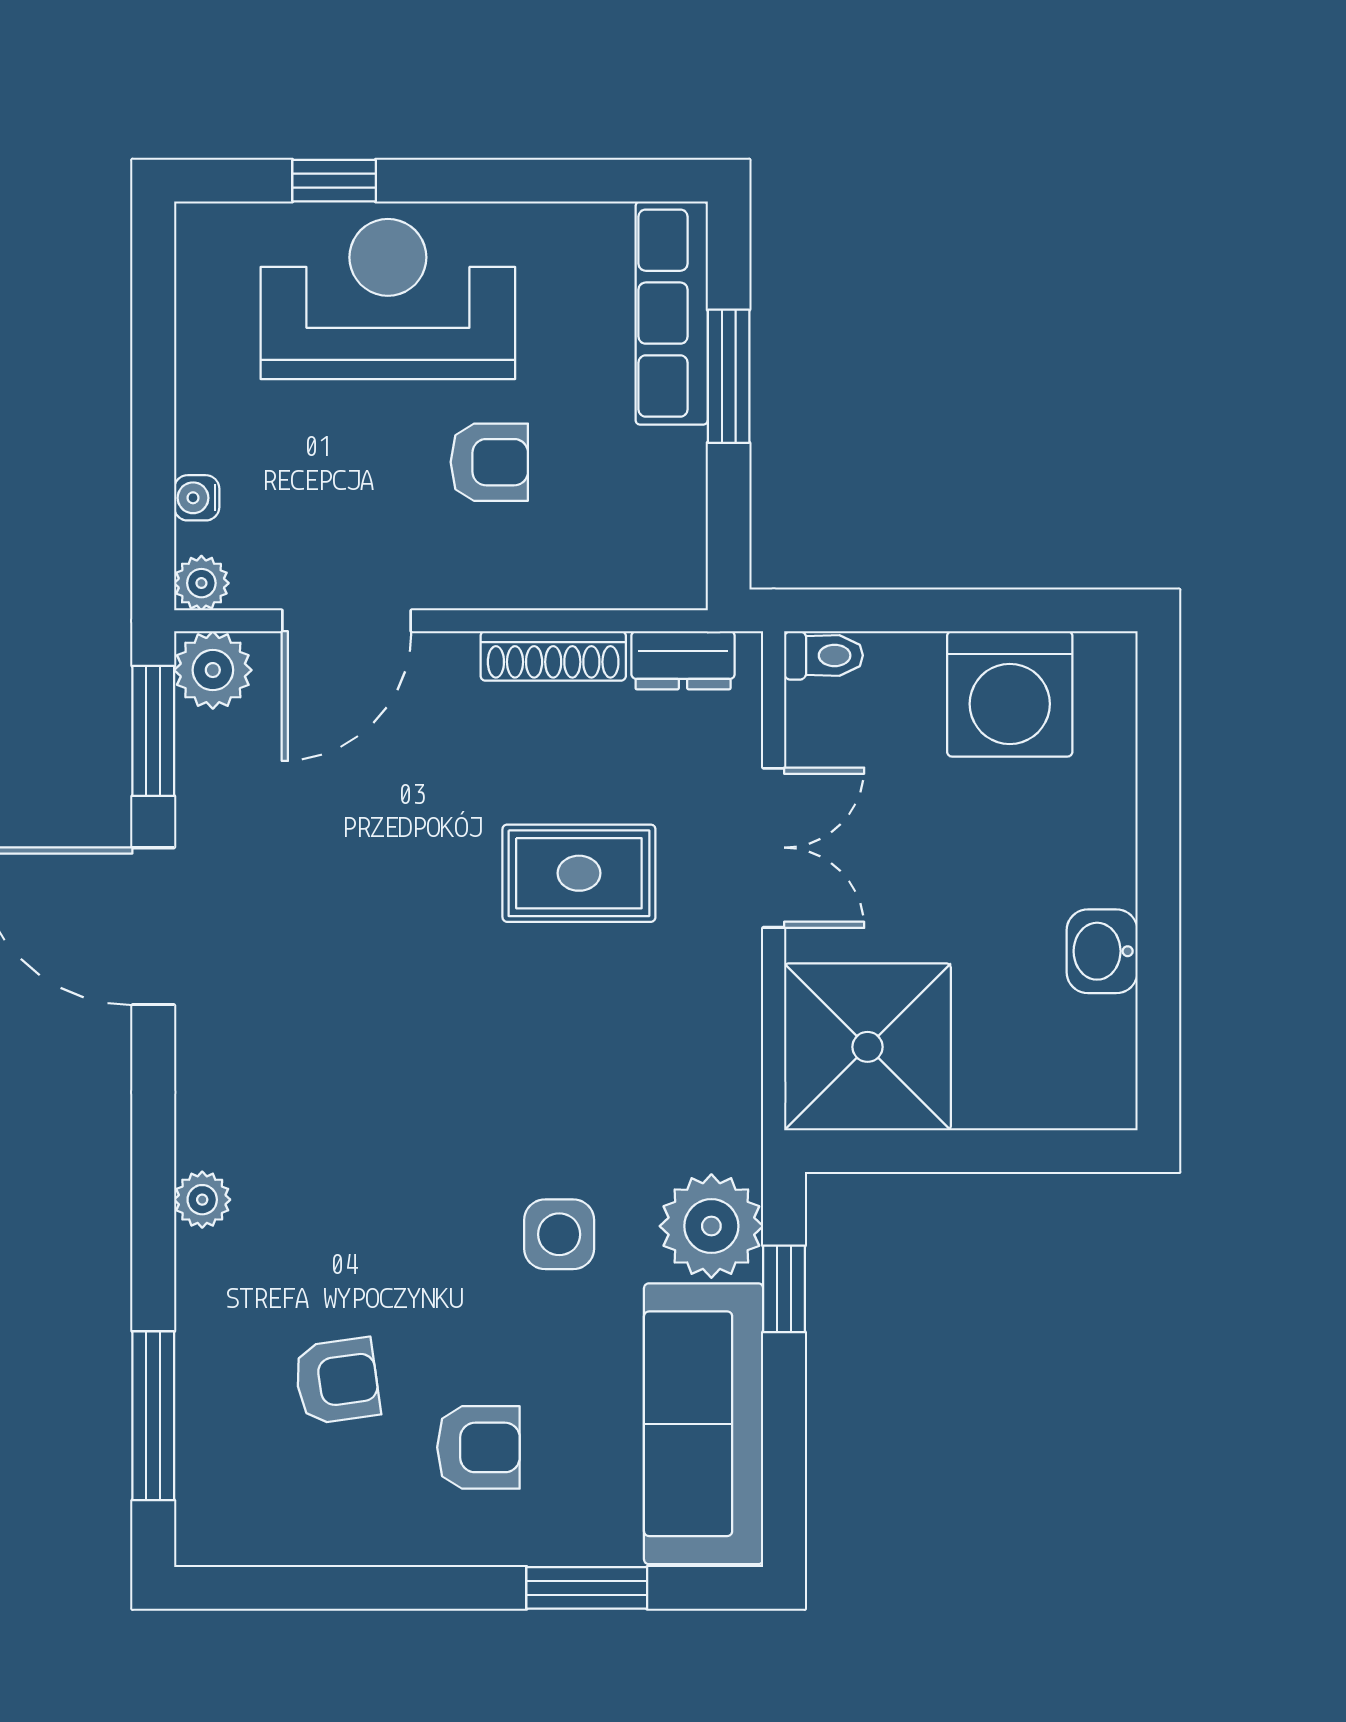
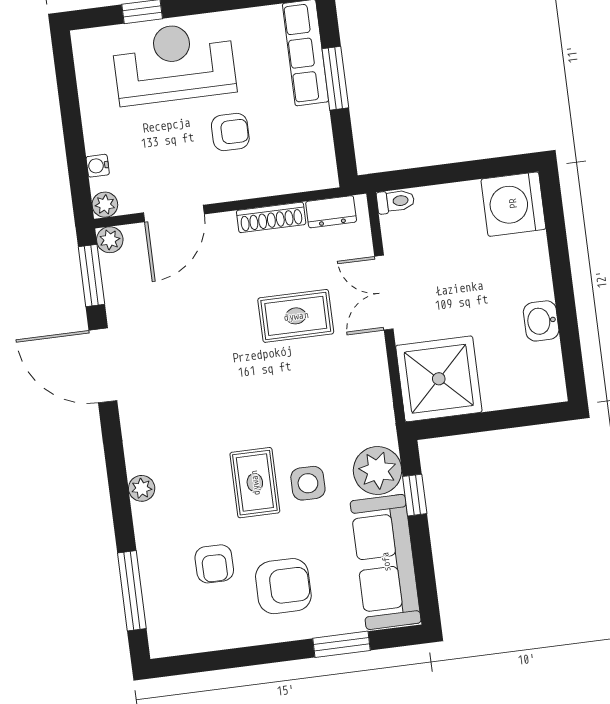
plant: (213, 670) -> (110, 240), width x0.73, depth x0.73
washing machine: (1010, 694) -> (513, 204), moved, turned 90
double door: (774, 848) -> (384, 293), swing flipped
rug: (446, 1218) -> (255, 483), added
armchair: (337, 1381) -> (214, 564), turned 98
armchair: (478, 1447) -> (283, 586), width x1.38, depth x1.38

